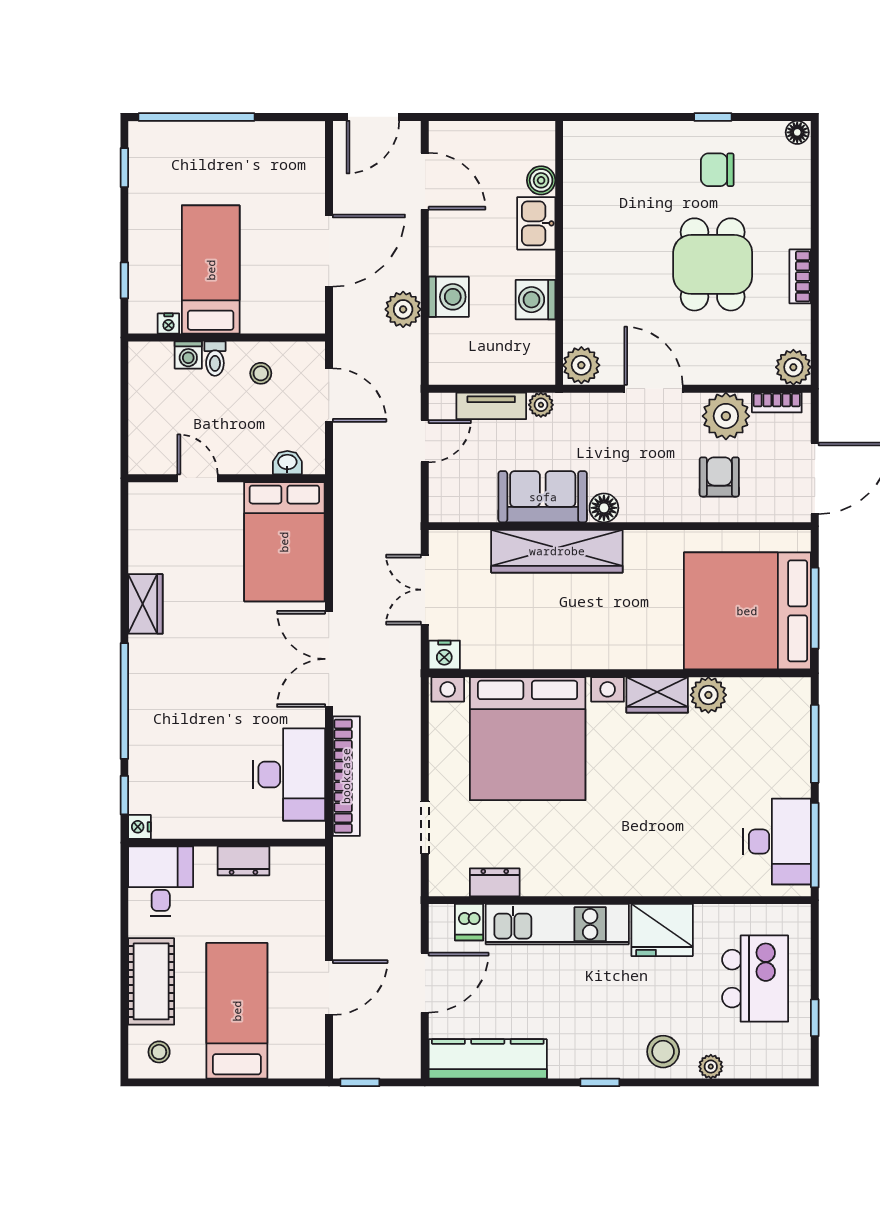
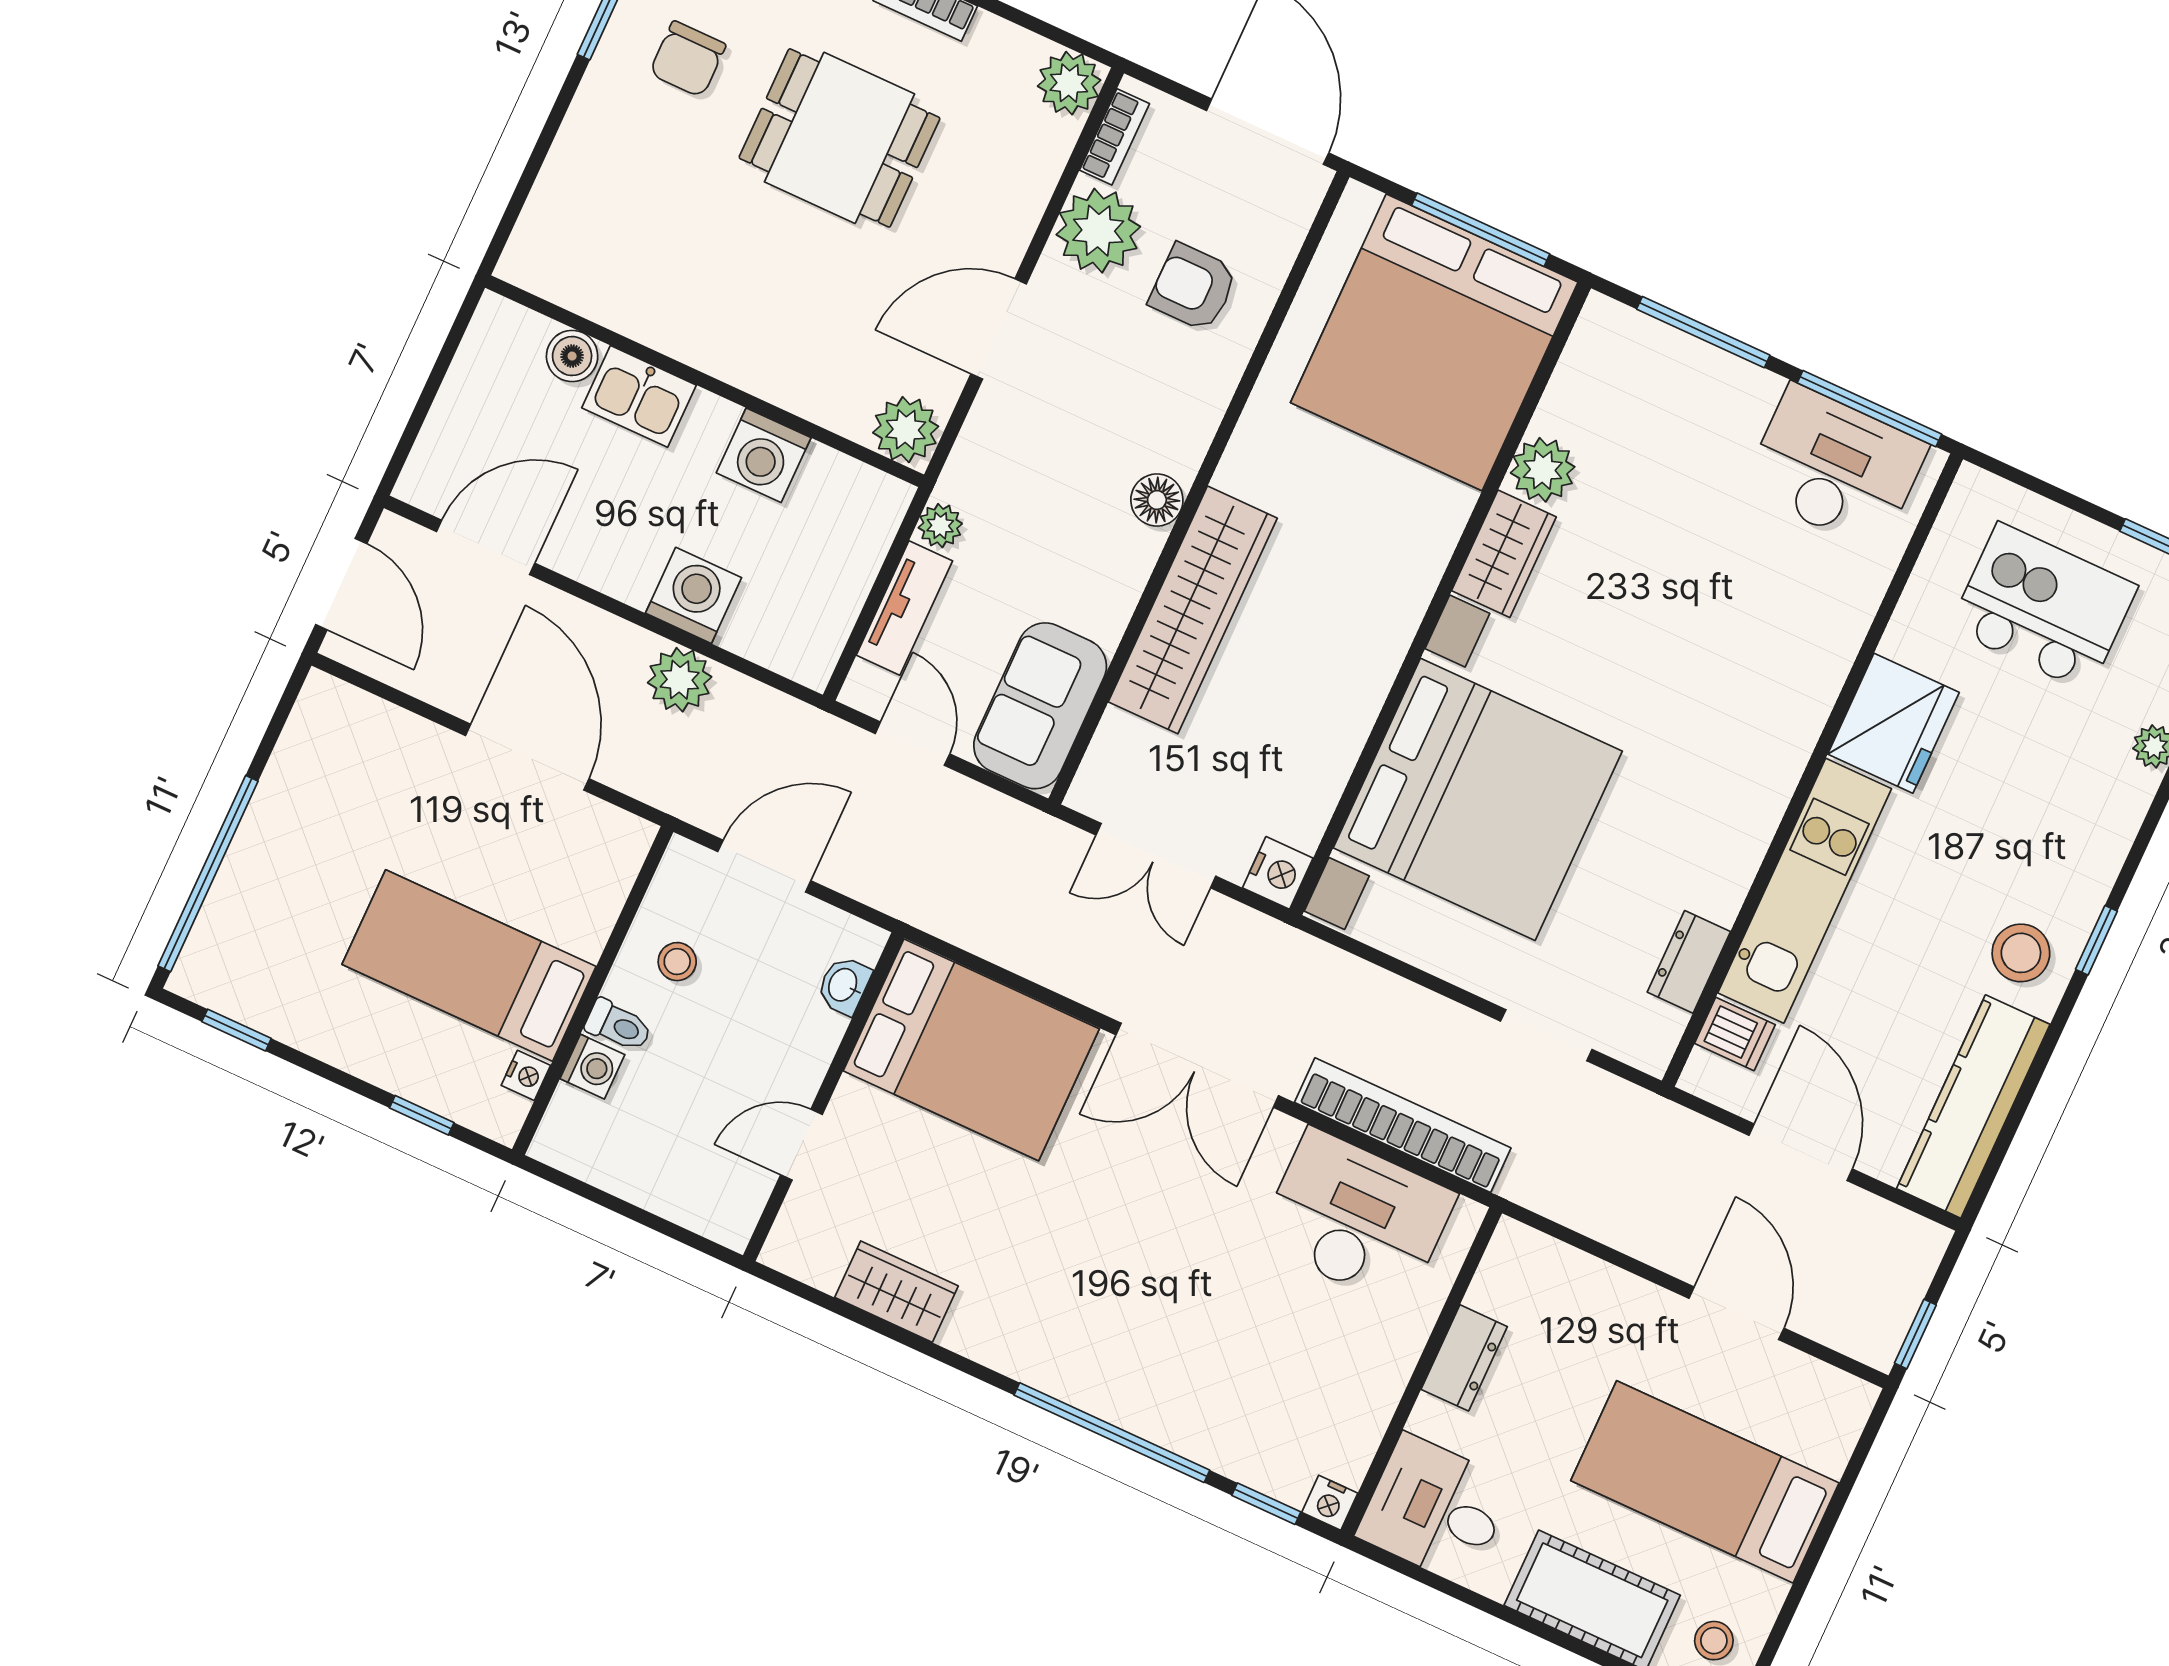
sofa: (543, 497) -> (1040, 706), moved
wardrobe: (145, 604) -> (896, 1292), moved
stool: (663, 1052) -> (2021, 953), moved

